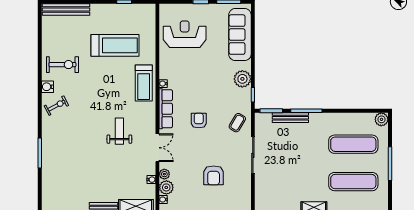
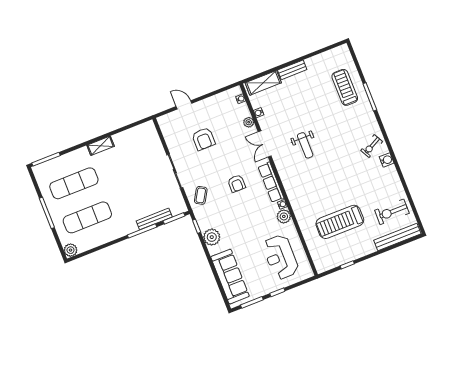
reception desk: (185, 34) -> (280, 257), turned 90
exercise bike: (62, 65) -> (392, 212), moved
treadmill: (144, 83) -> (345, 87), moved
armchair: (214, 175) -> (203, 139), turned 180
plant: (166, 187) -> (284, 216), moved

